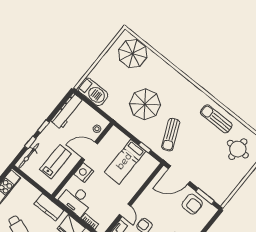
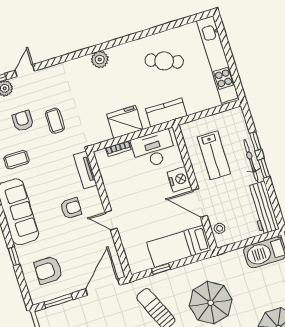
door: (90, 151) -> (200, 203), swing flipped
bicycle: (29, 156) -> (251, 161), moved
bed: (125, 162) -> (179, 246), moved, turned -90
armchair: (192, 204) -> (48, 270), moved
door: (125, 210) -> (111, 220), moved

